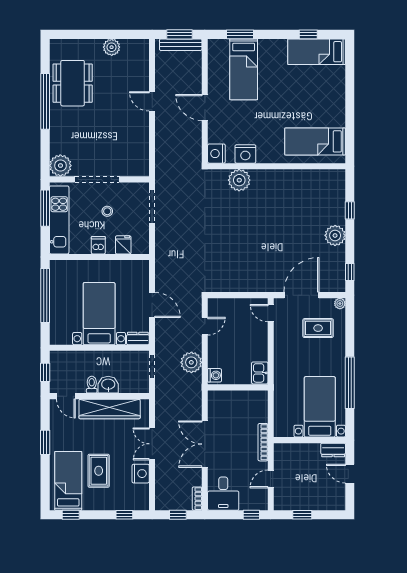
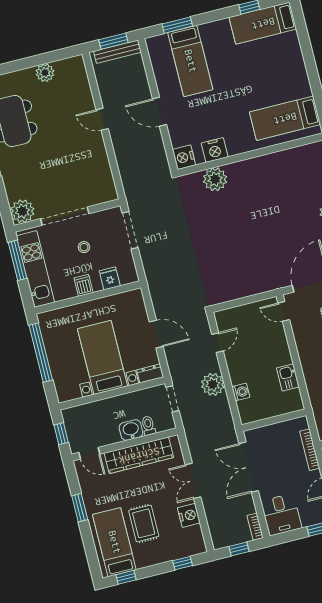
toilet: (92, 385) -> (148, 426), moved
wall: (238, 387) -> (274, 420), moved

